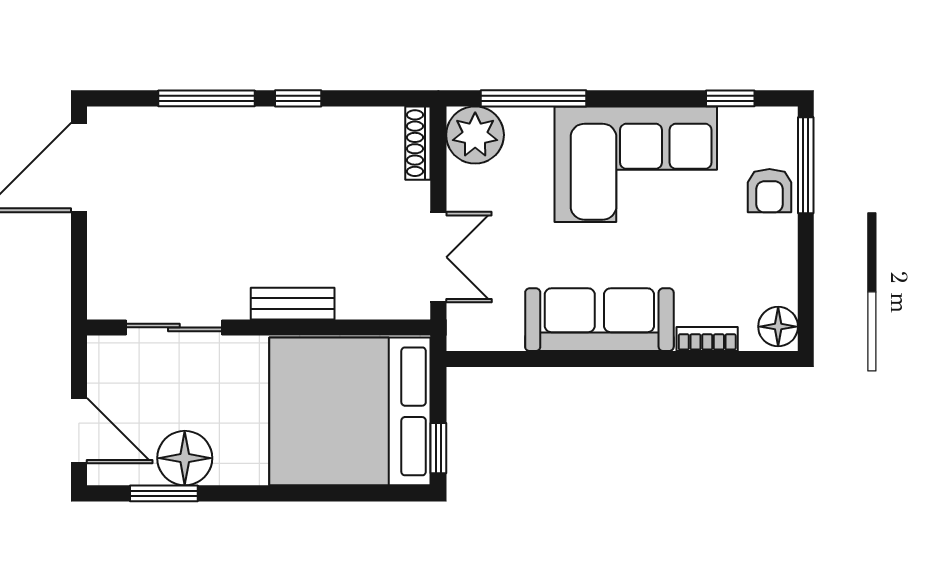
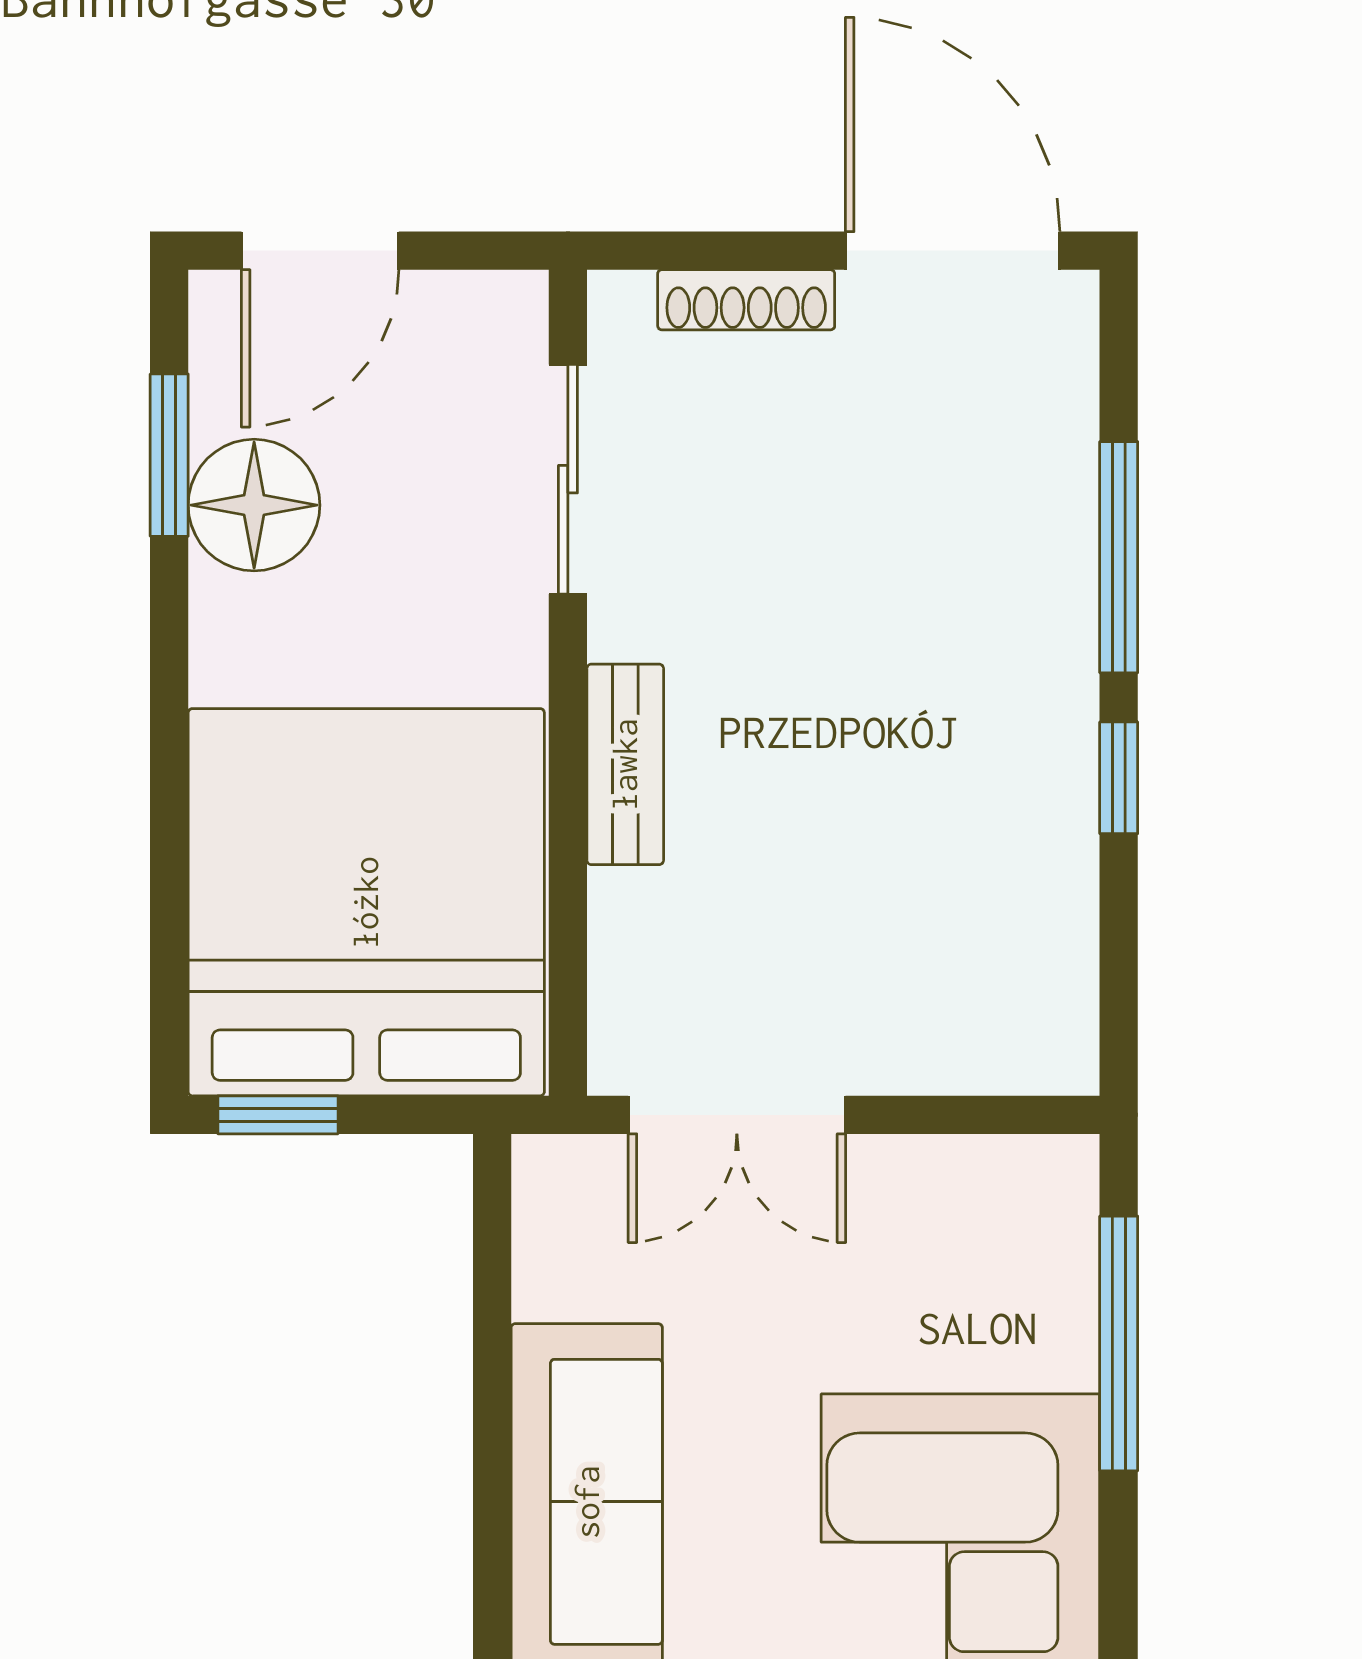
plant: (475, 135) -> (1031, 1203), removed
shoe rack: (418, 143) -> (746, 300), moved, turned 180

